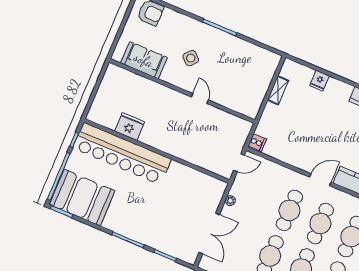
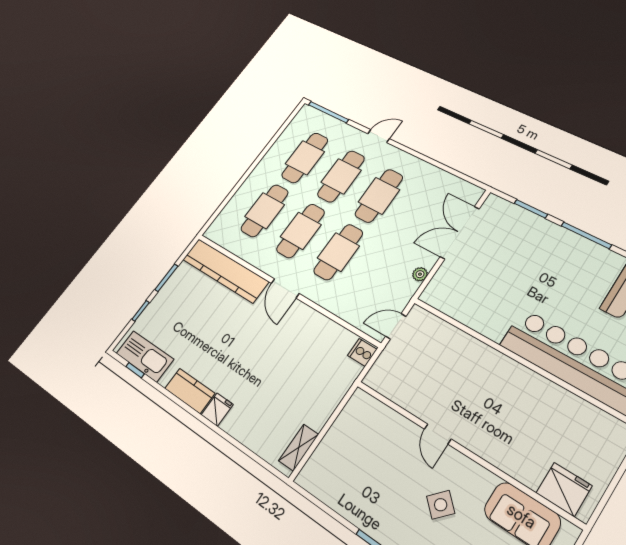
fridge: (319, 81) -> (217, 410), moved
shelving: (278, 90) -> (299, 448), moved
fridge: (130, 127) -> (564, 489), moved, turned 180
door: (320, 180) -> (285, 288), hinge flipped

